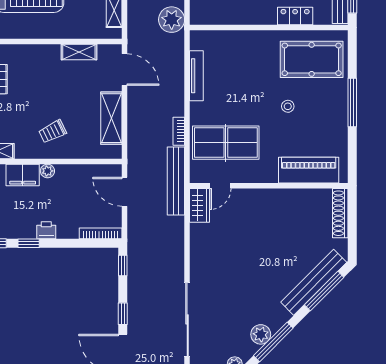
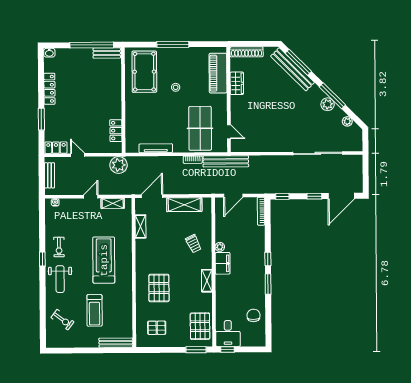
locker: (295, 16) -> (116, 131), moved
wardrobe: (200, 205) -> (237, 83), moved, turned 90
printer: (46, 230) -> (259, 247), removed

